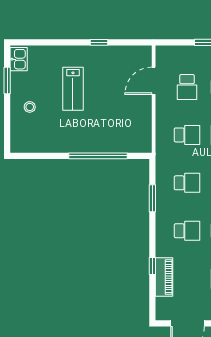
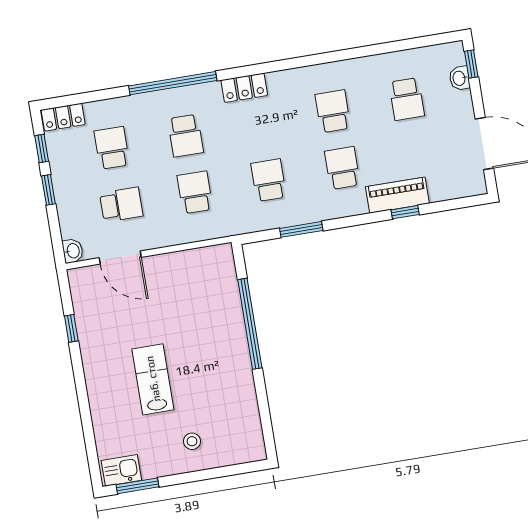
window: (99, 42) -> (71, 328), moved
washbasin: (163, 51) -> (73, 251), added
window: (7, 80) -> (137, 486), moved
lab bench: (73, 89) -> (153, 379), turned -90
piano: (164, 277) -> (397, 195), moved

